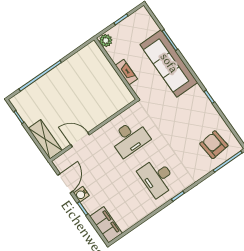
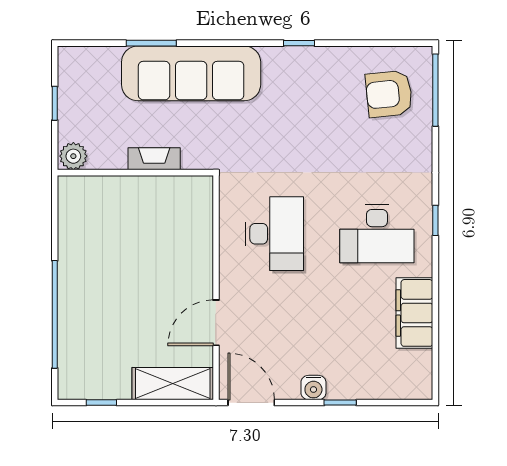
door: (65, 183) -> (251, 403), moved
filing cabinet: (106, 225) -> (414, 313), moved, turned -90

